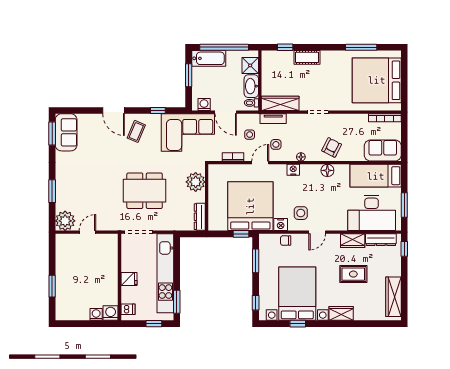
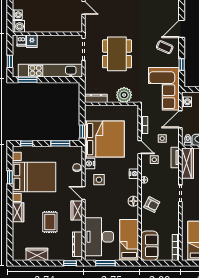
wardrobe: (353, 241) -> (77, 210), moved
fridge: (129, 279) -> (32, 41), moved
wardrobe: (393, 297) -> (37, 254), width x0.67

